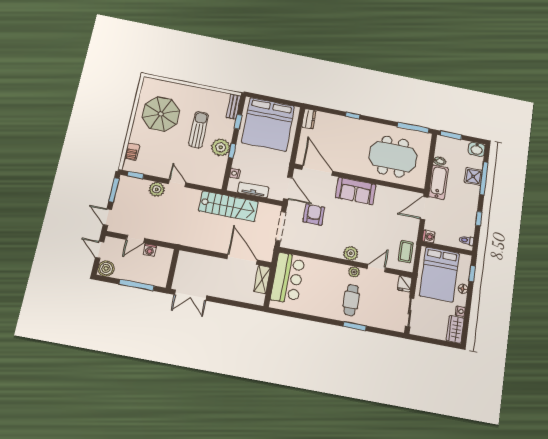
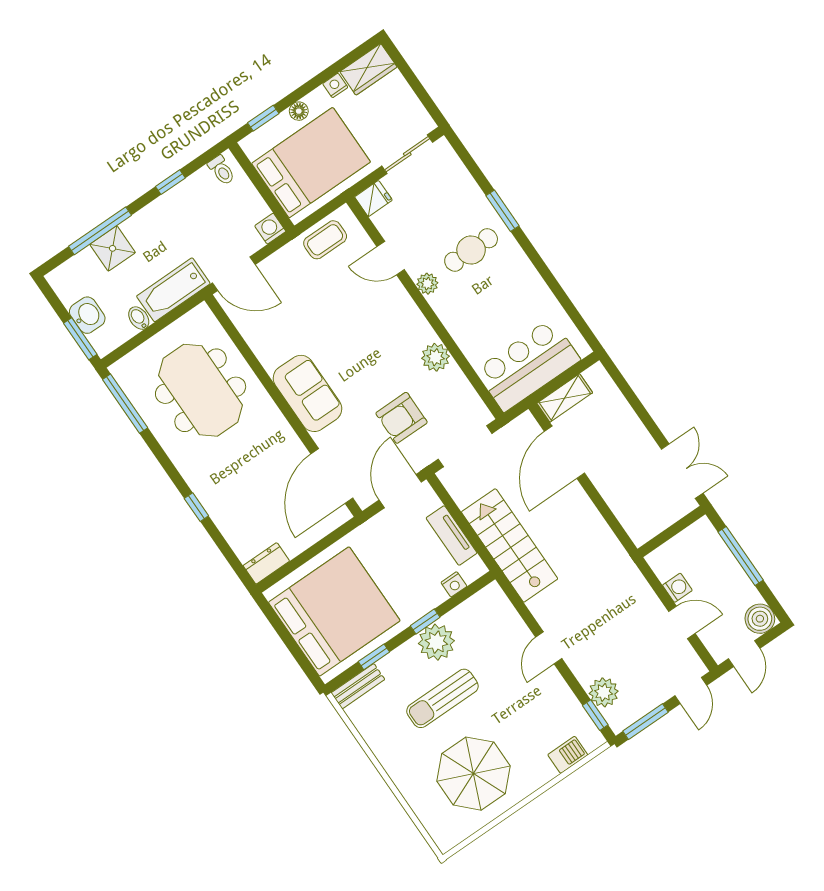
washbasin: (477, 149) -> (87, 315), moved
plant: (157, 189) -> (604, 692), moved
plant: (351, 253) -> (436, 357), moved

